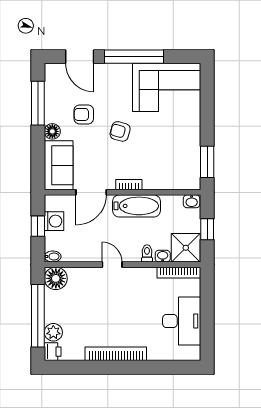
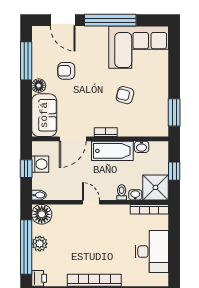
armchair: (120, 131) -> (125, 95), moved
washbasin: (192, 201) -> (142, 147), moved
plant: (53, 332) -> (40, 244), moved

